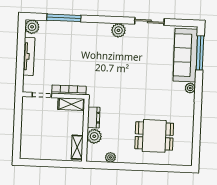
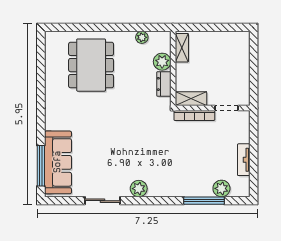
plant: (32, 27) -> (221, 188), moved
tv unit: (29, 56) -> (244, 160), width x0.71
plant: (190, 88) -> (51, 124), removed
dining table: (154, 136) -> (91, 65), width x1.38

